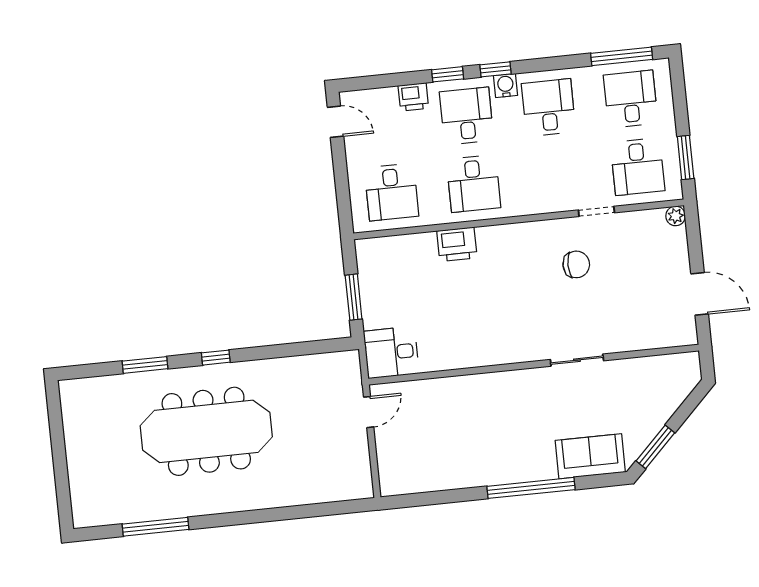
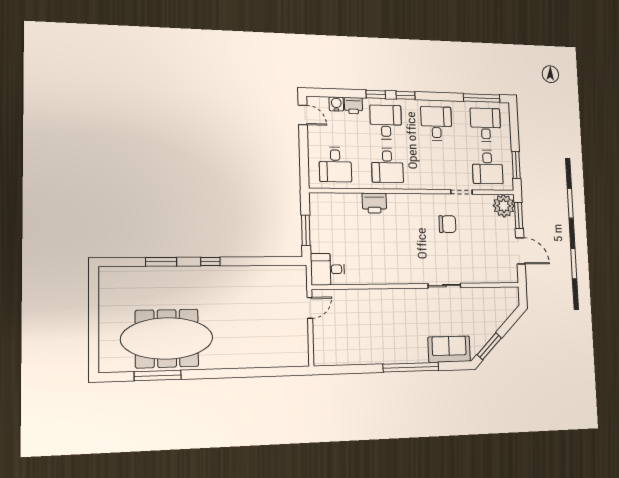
water cooler: (505, 86) -> (336, 104), moved
plant: (676, 216) -> (504, 206), width x1.87, depth x1.87
window: (694, 238) -> (519, 215), added
meeting table: (206, 431) -> (167, 338), moved

